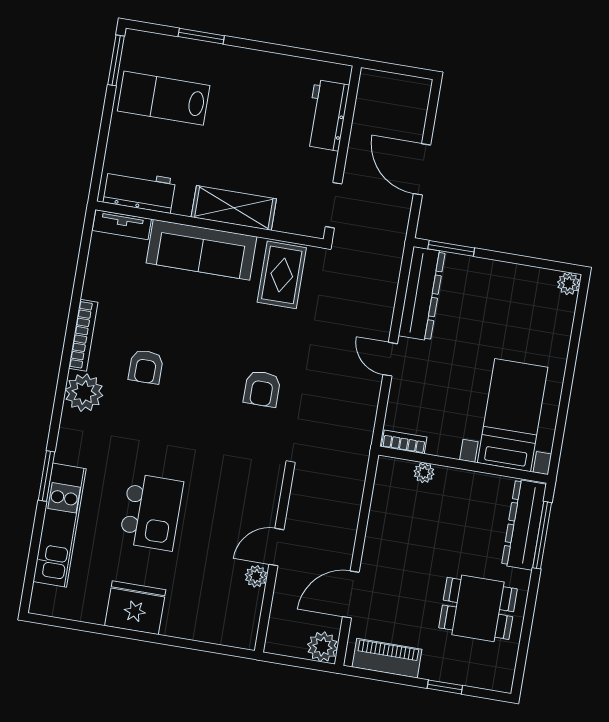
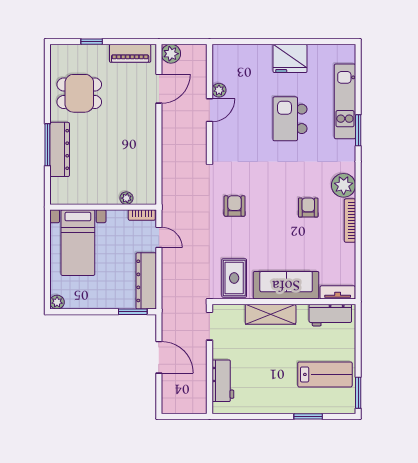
bed with nightstands: (513, 415) -> (78, 243), moved
bookcase: (404, 442) -> (142, 215), moved
wall: (463, 465) -> (103, 207), moved
plant: (424, 473) -> (126, 198), moved

